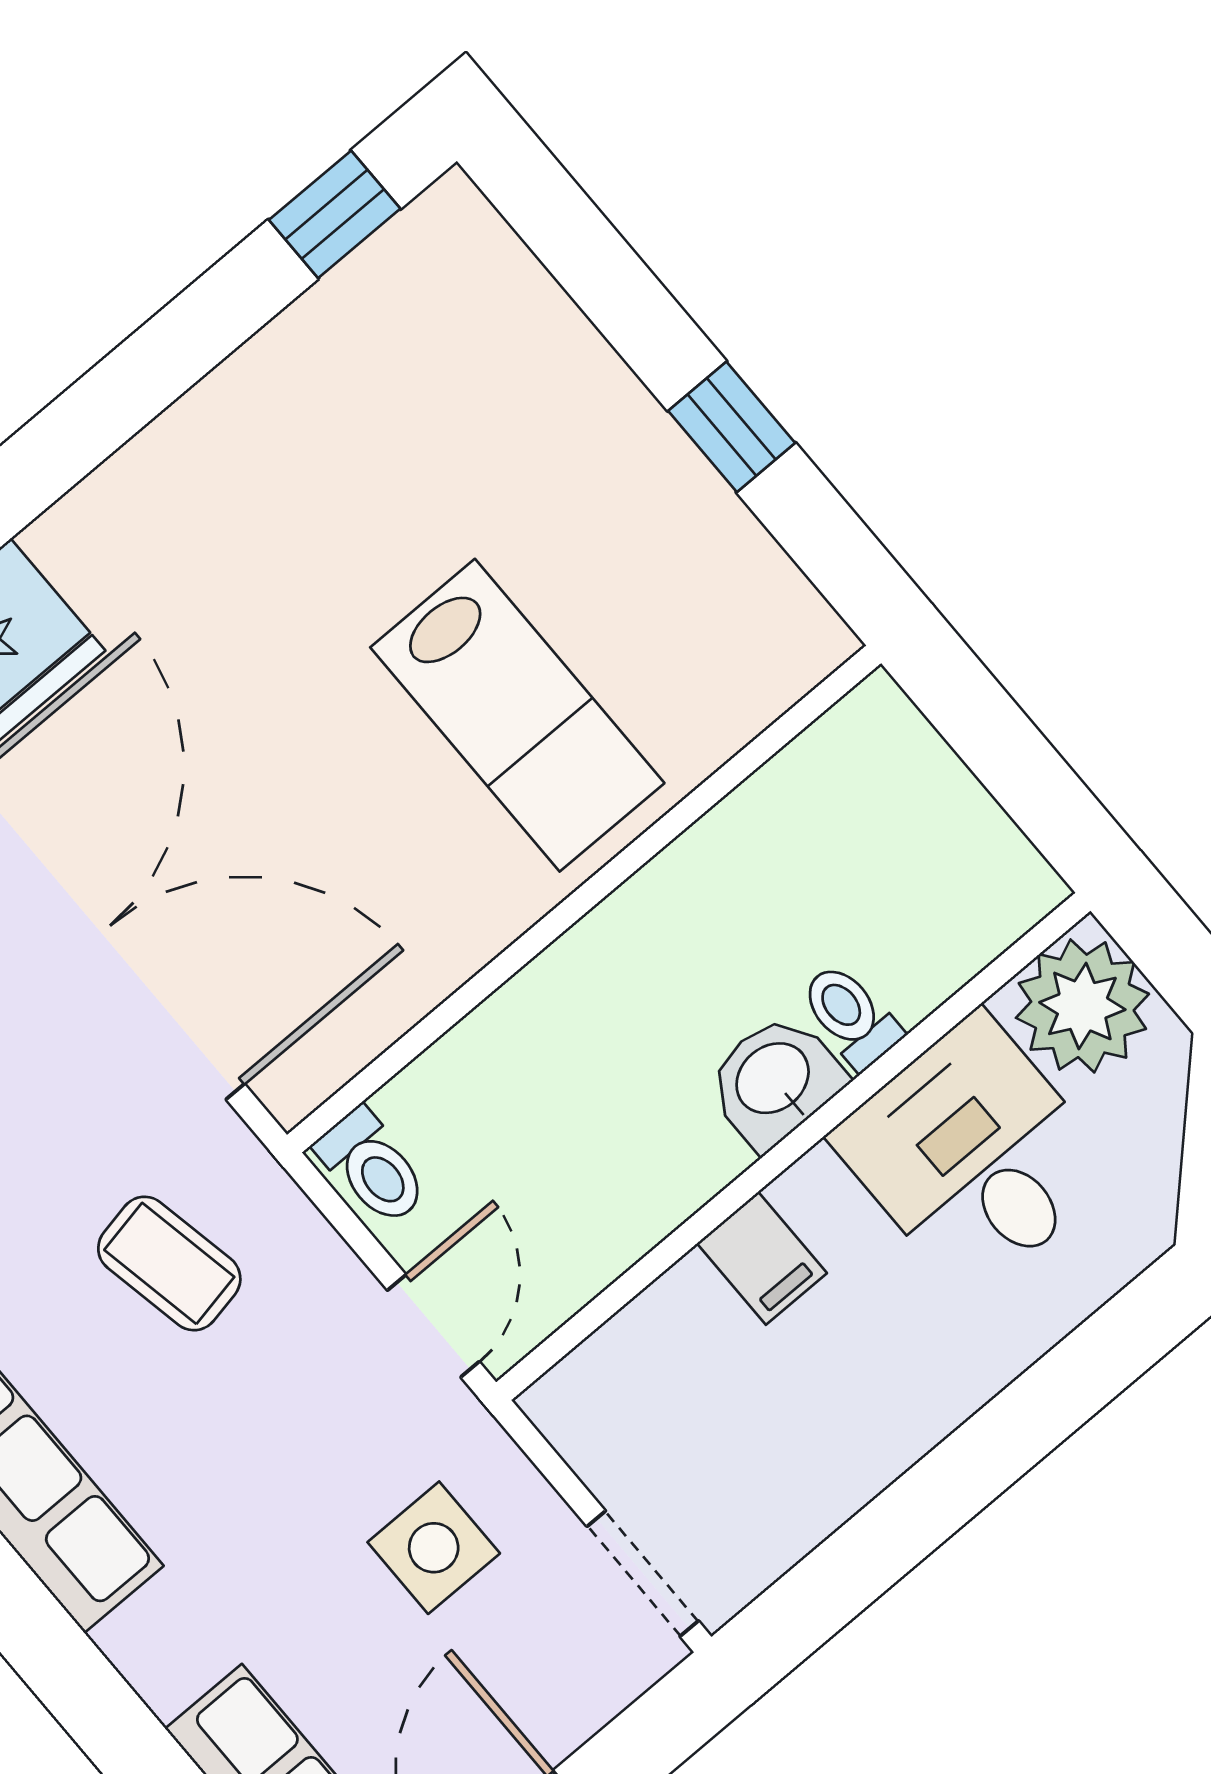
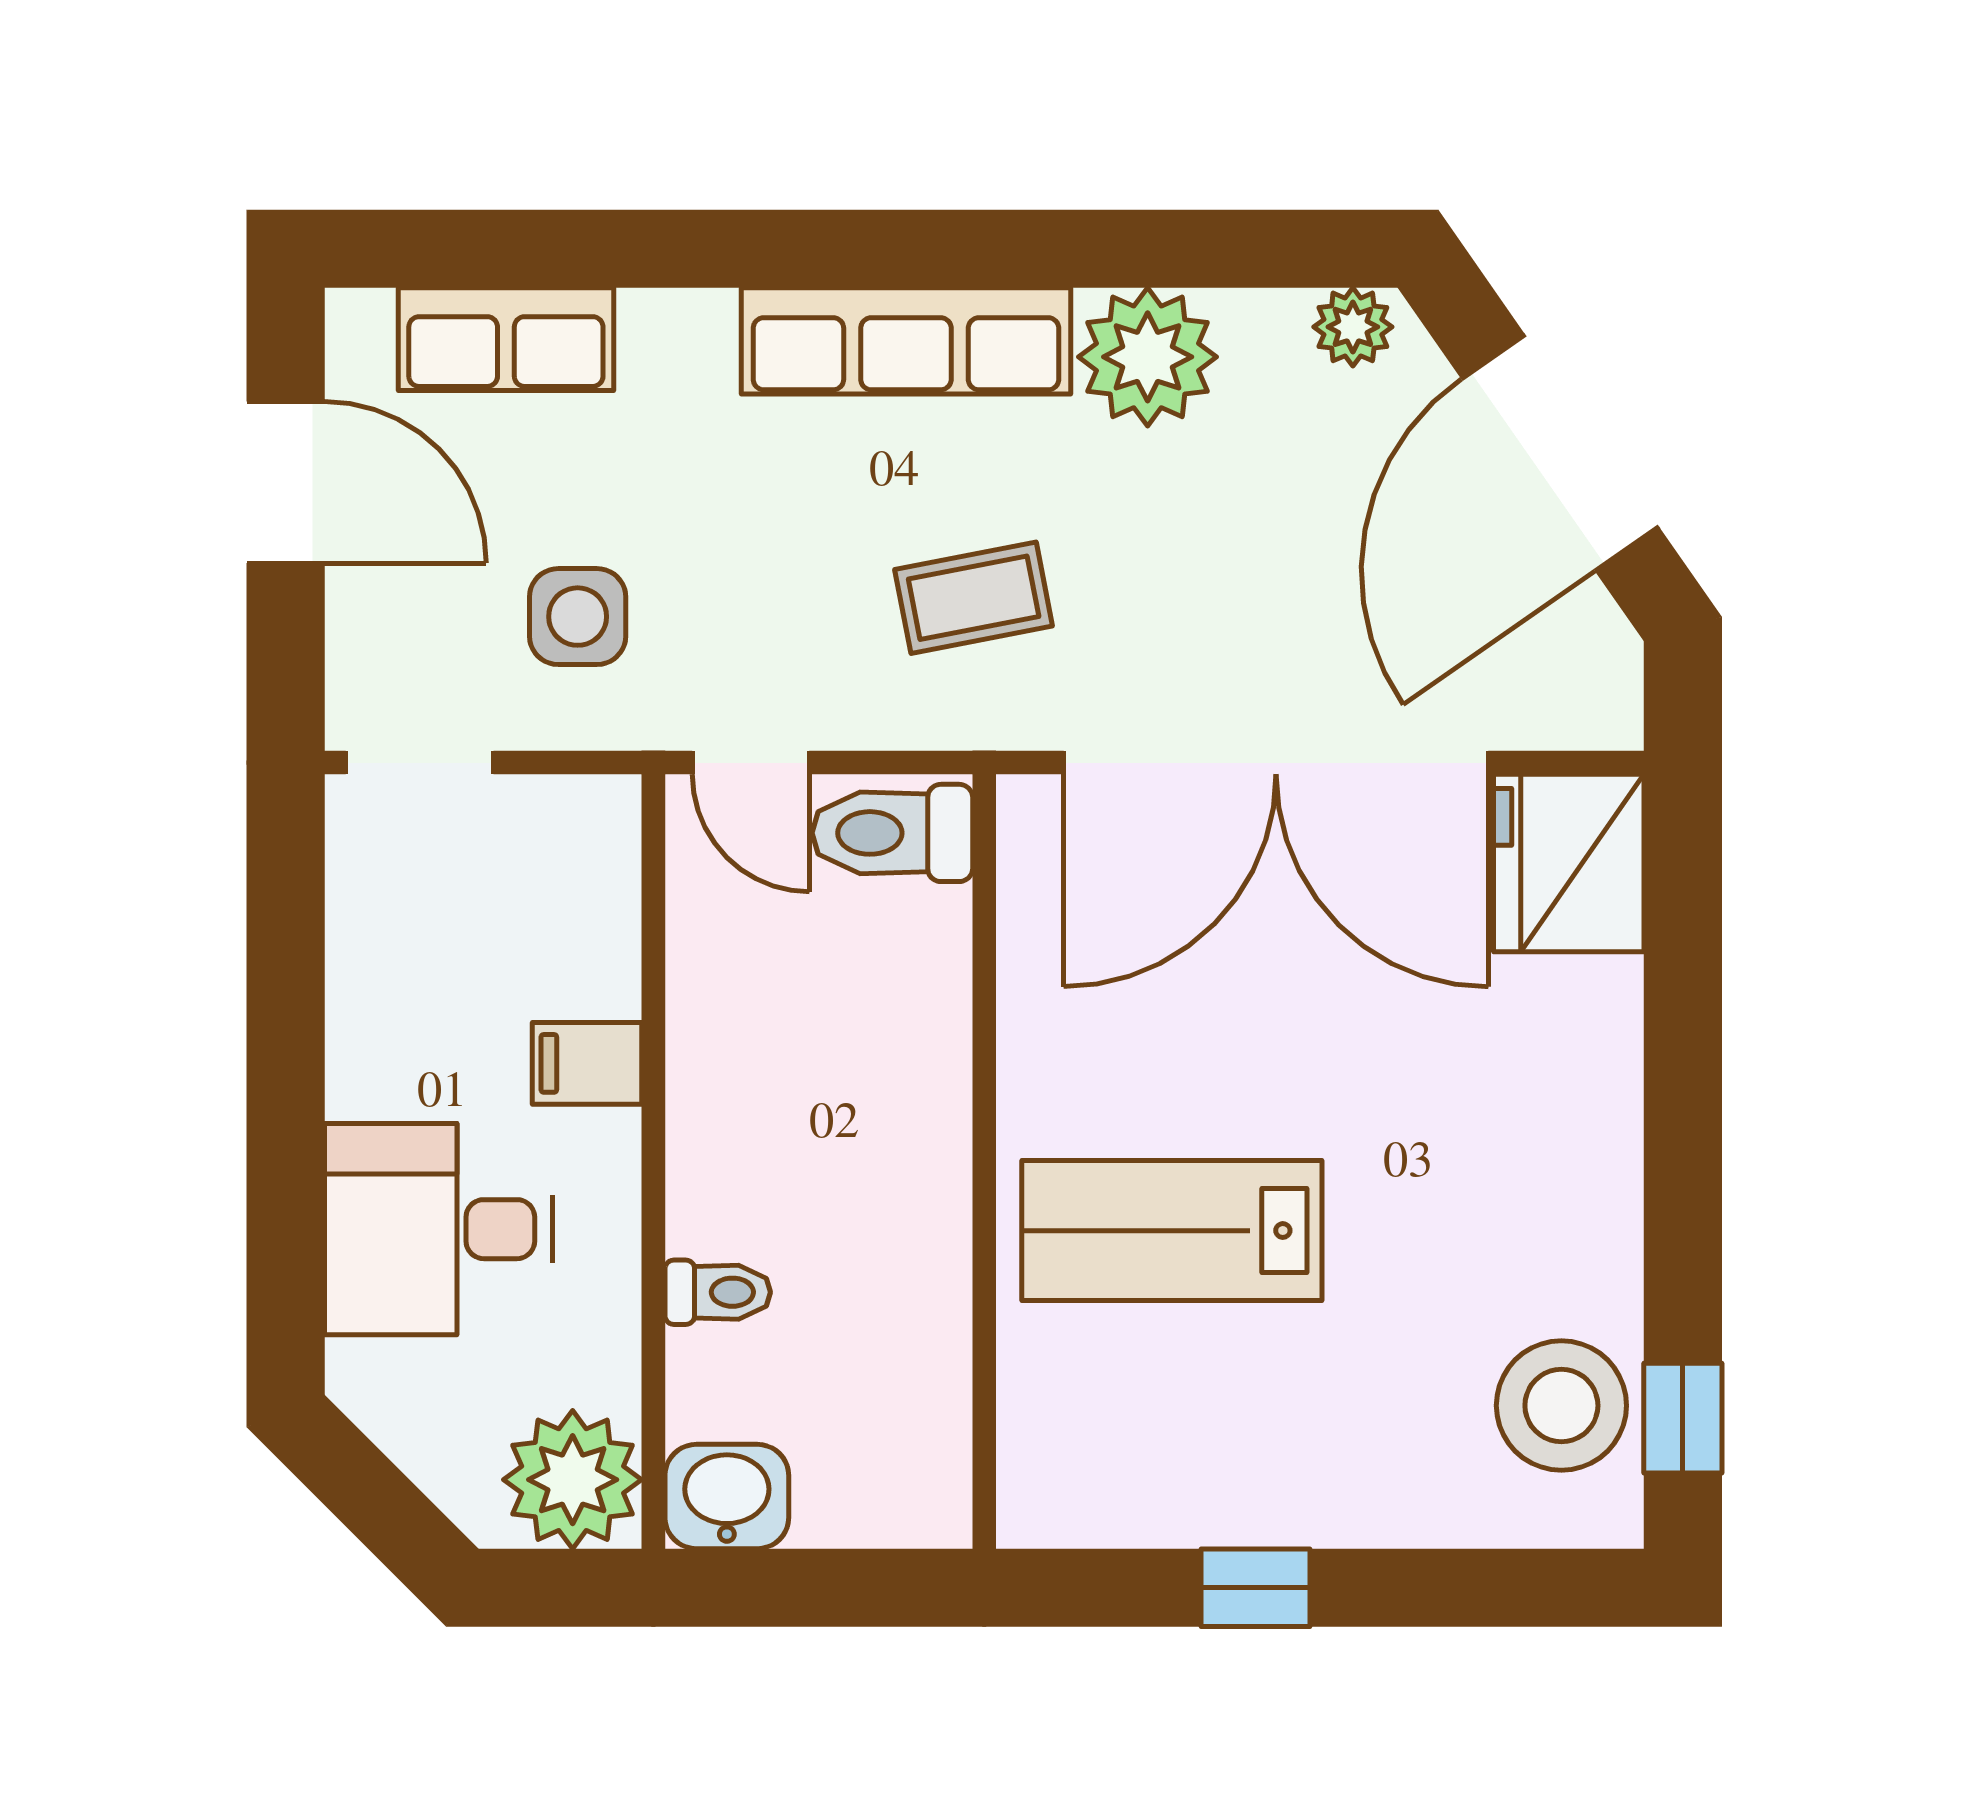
stool: (402, 313) -> (1561, 1406), added
washbasin: (775, 1081) -> (727, 1497), moved, turned -90
desk: (974, 1155) -> (439, 1229), moved, turned 180
toilet: (373, 1167) -> (892, 833), width x1.37, depth x1.39

